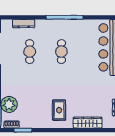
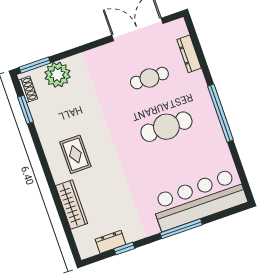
cafe table: (61, 52) -> (166, 127), width x1.37, depth x1.35
rug: (59, 110) -> (75, 154), turned 90

